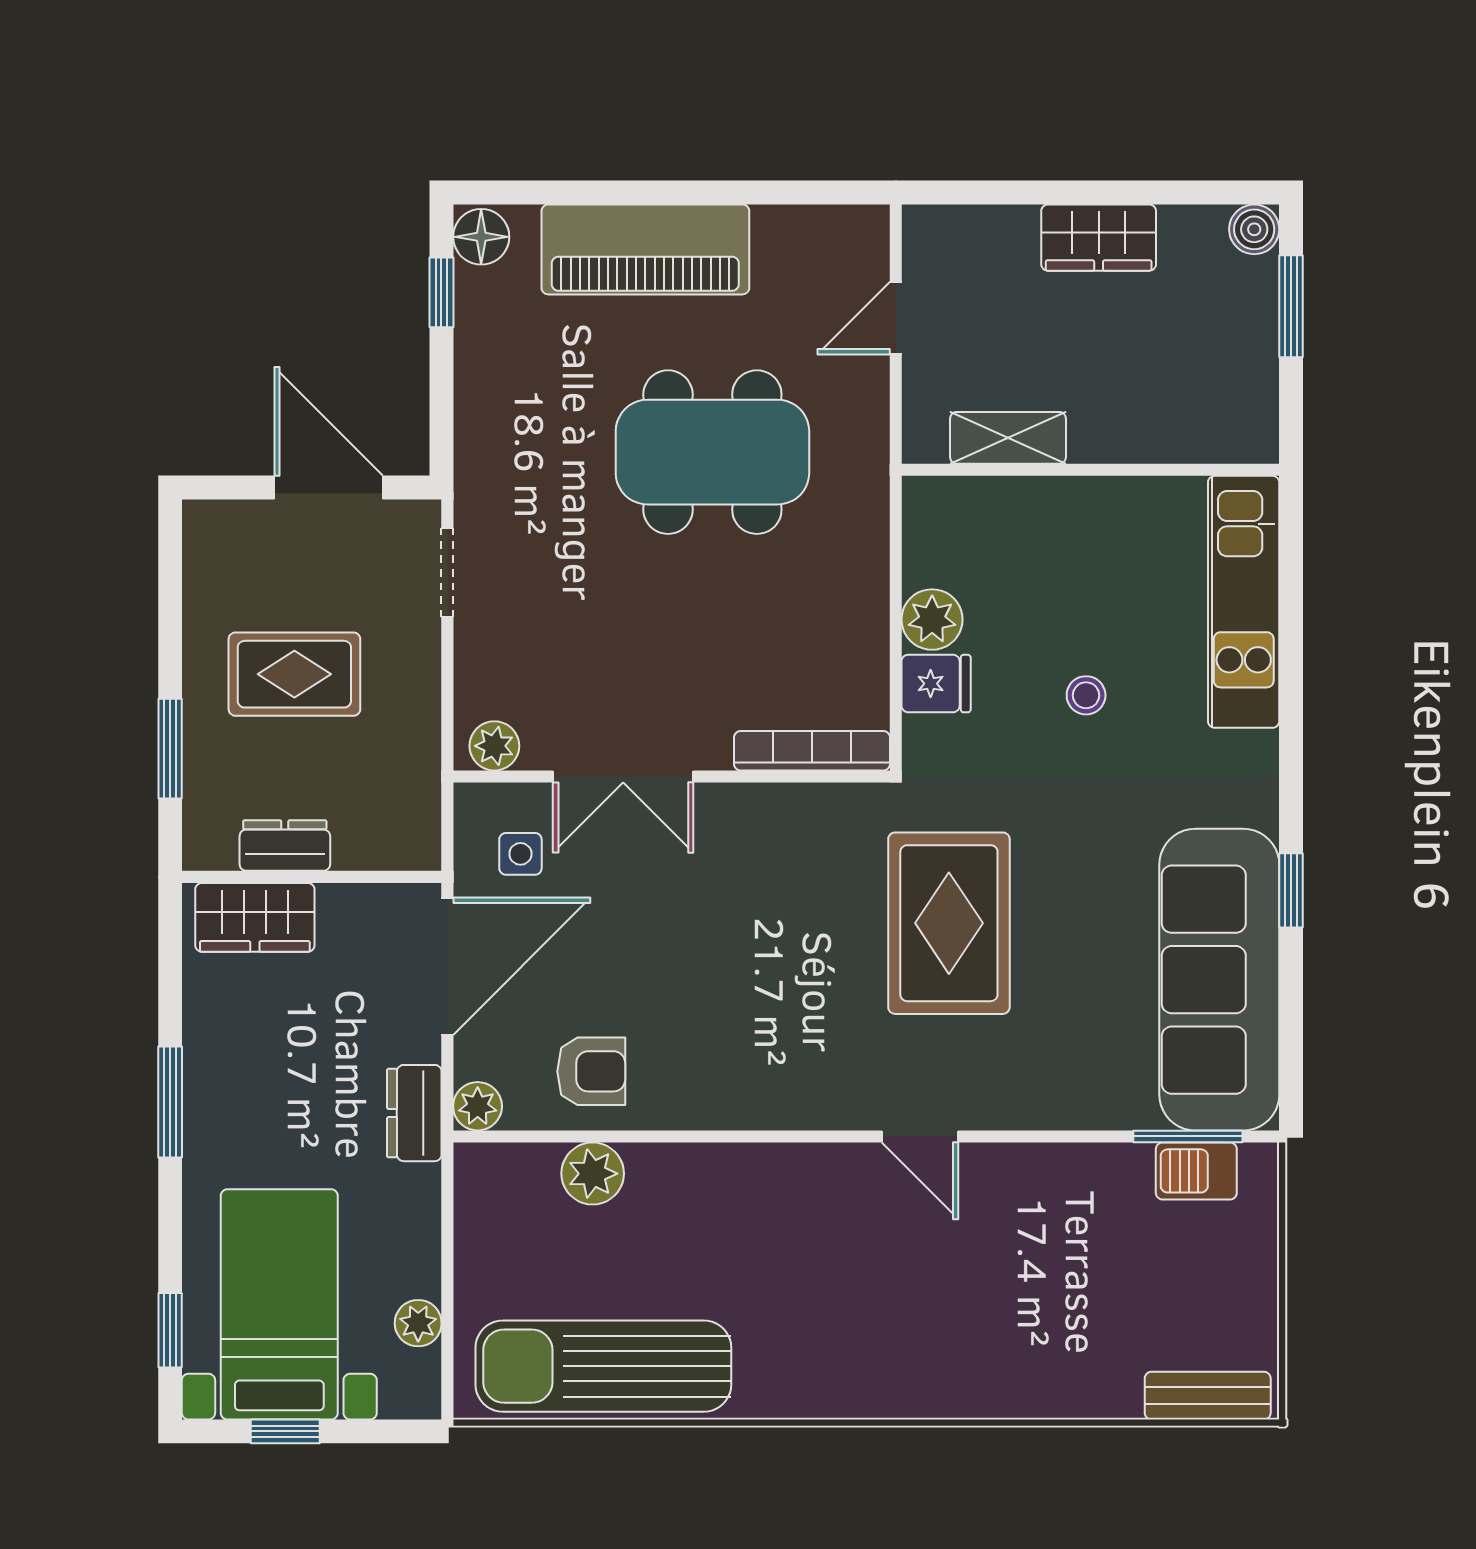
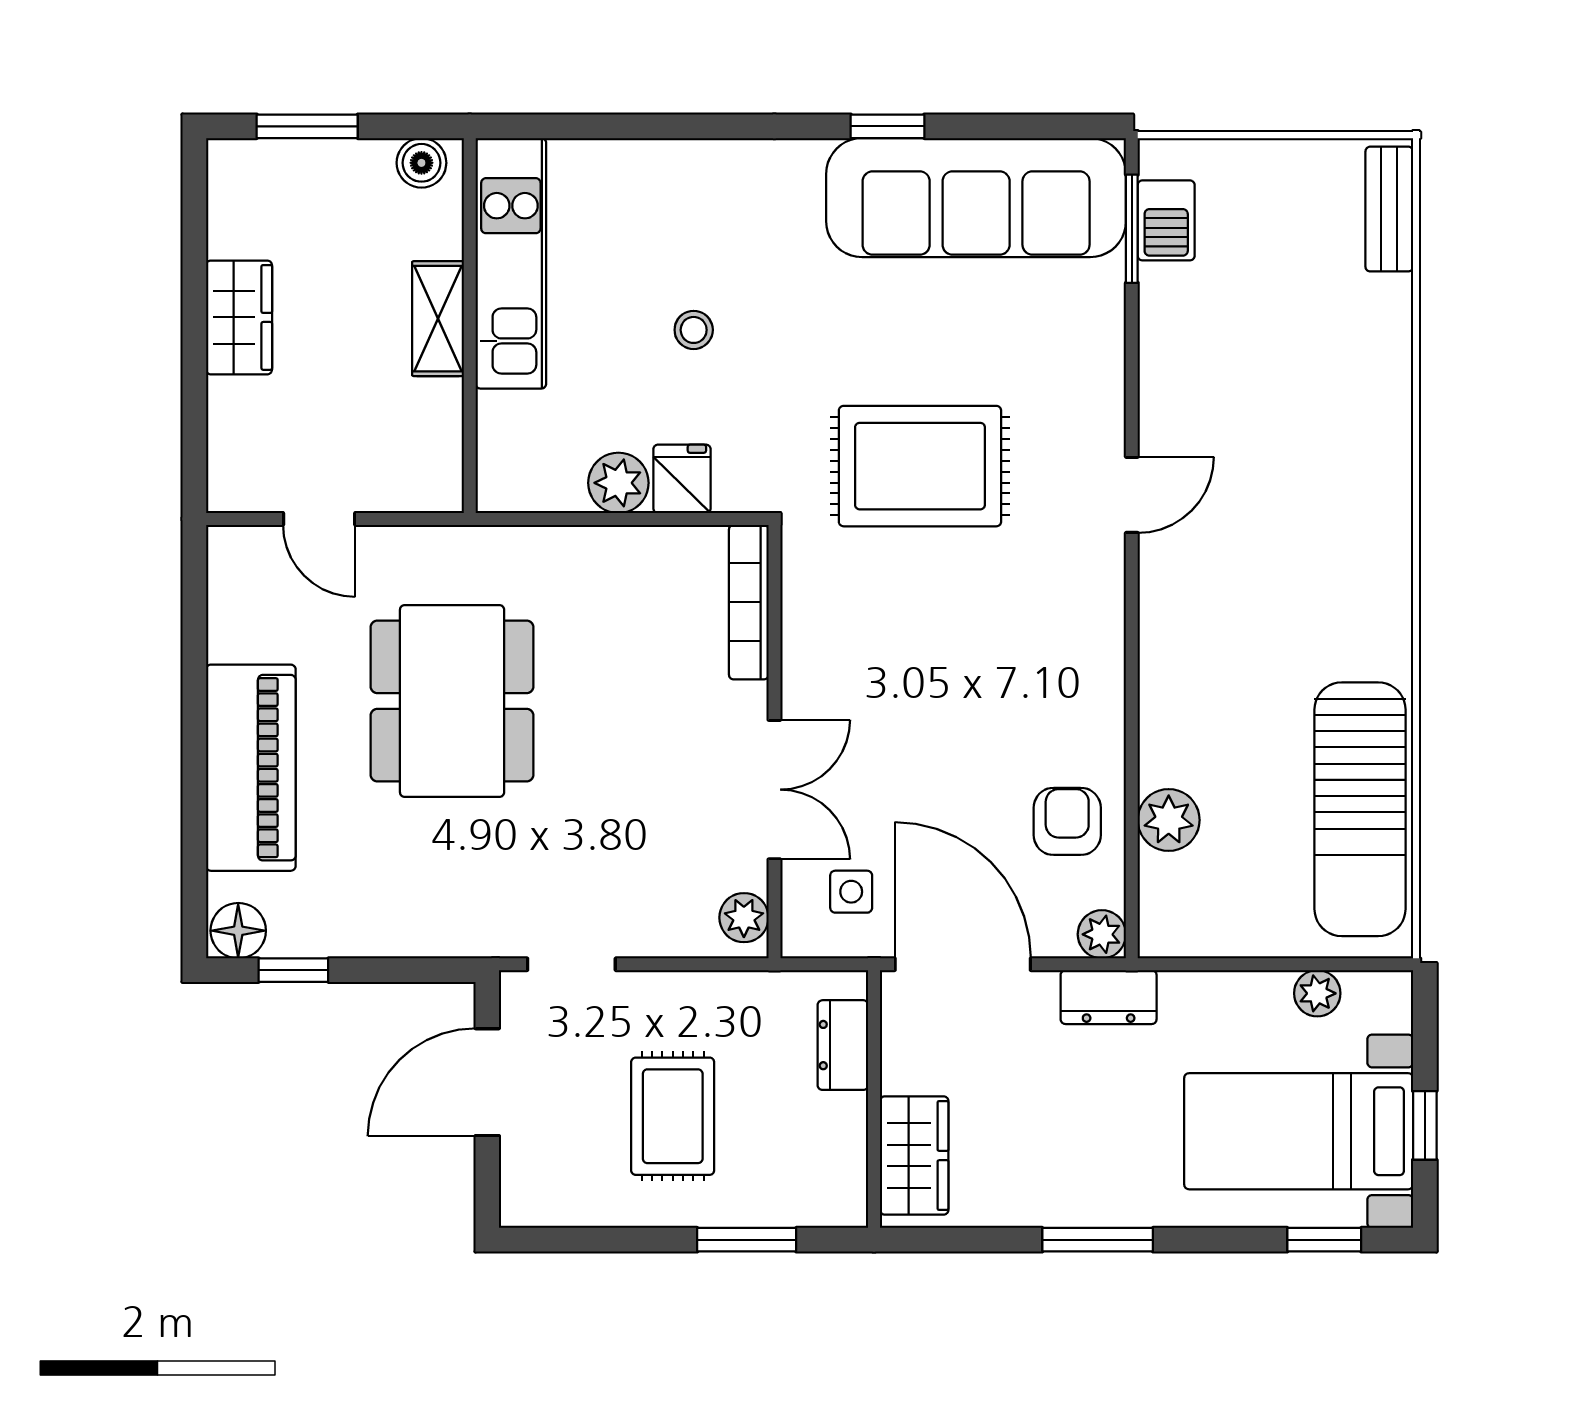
boiler: (1254, 229) -> (421, 163), moved
shelving: (1008, 438) -> (438, 319), moved
kitchen unit: (1244, 602) -> (511, 263), moved, turned -90
dresser: (285, 846) -> (843, 1045), moved

